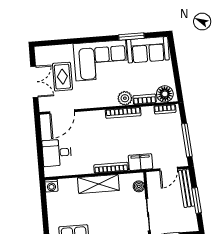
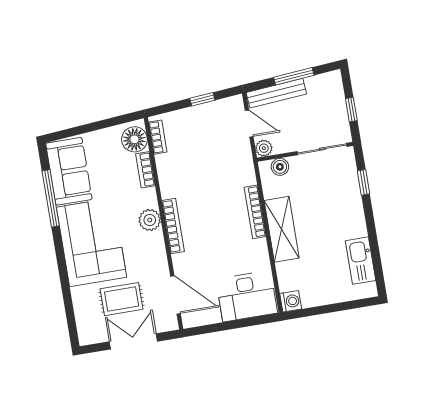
window: (131, 36) -> (51, 198), width x1.44
plant: (125, 98) -> (150, 220), moved
bookcase: (123, 113) -> (173, 226), moved
window: (187, 140) -> (202, 99), width x0.46
desk: (57, 153) -> (247, 296), width x1.37
filing cabinet: (140, 162) -> (242, 168), removed
plant: (152, 177) -> (264, 148), added

